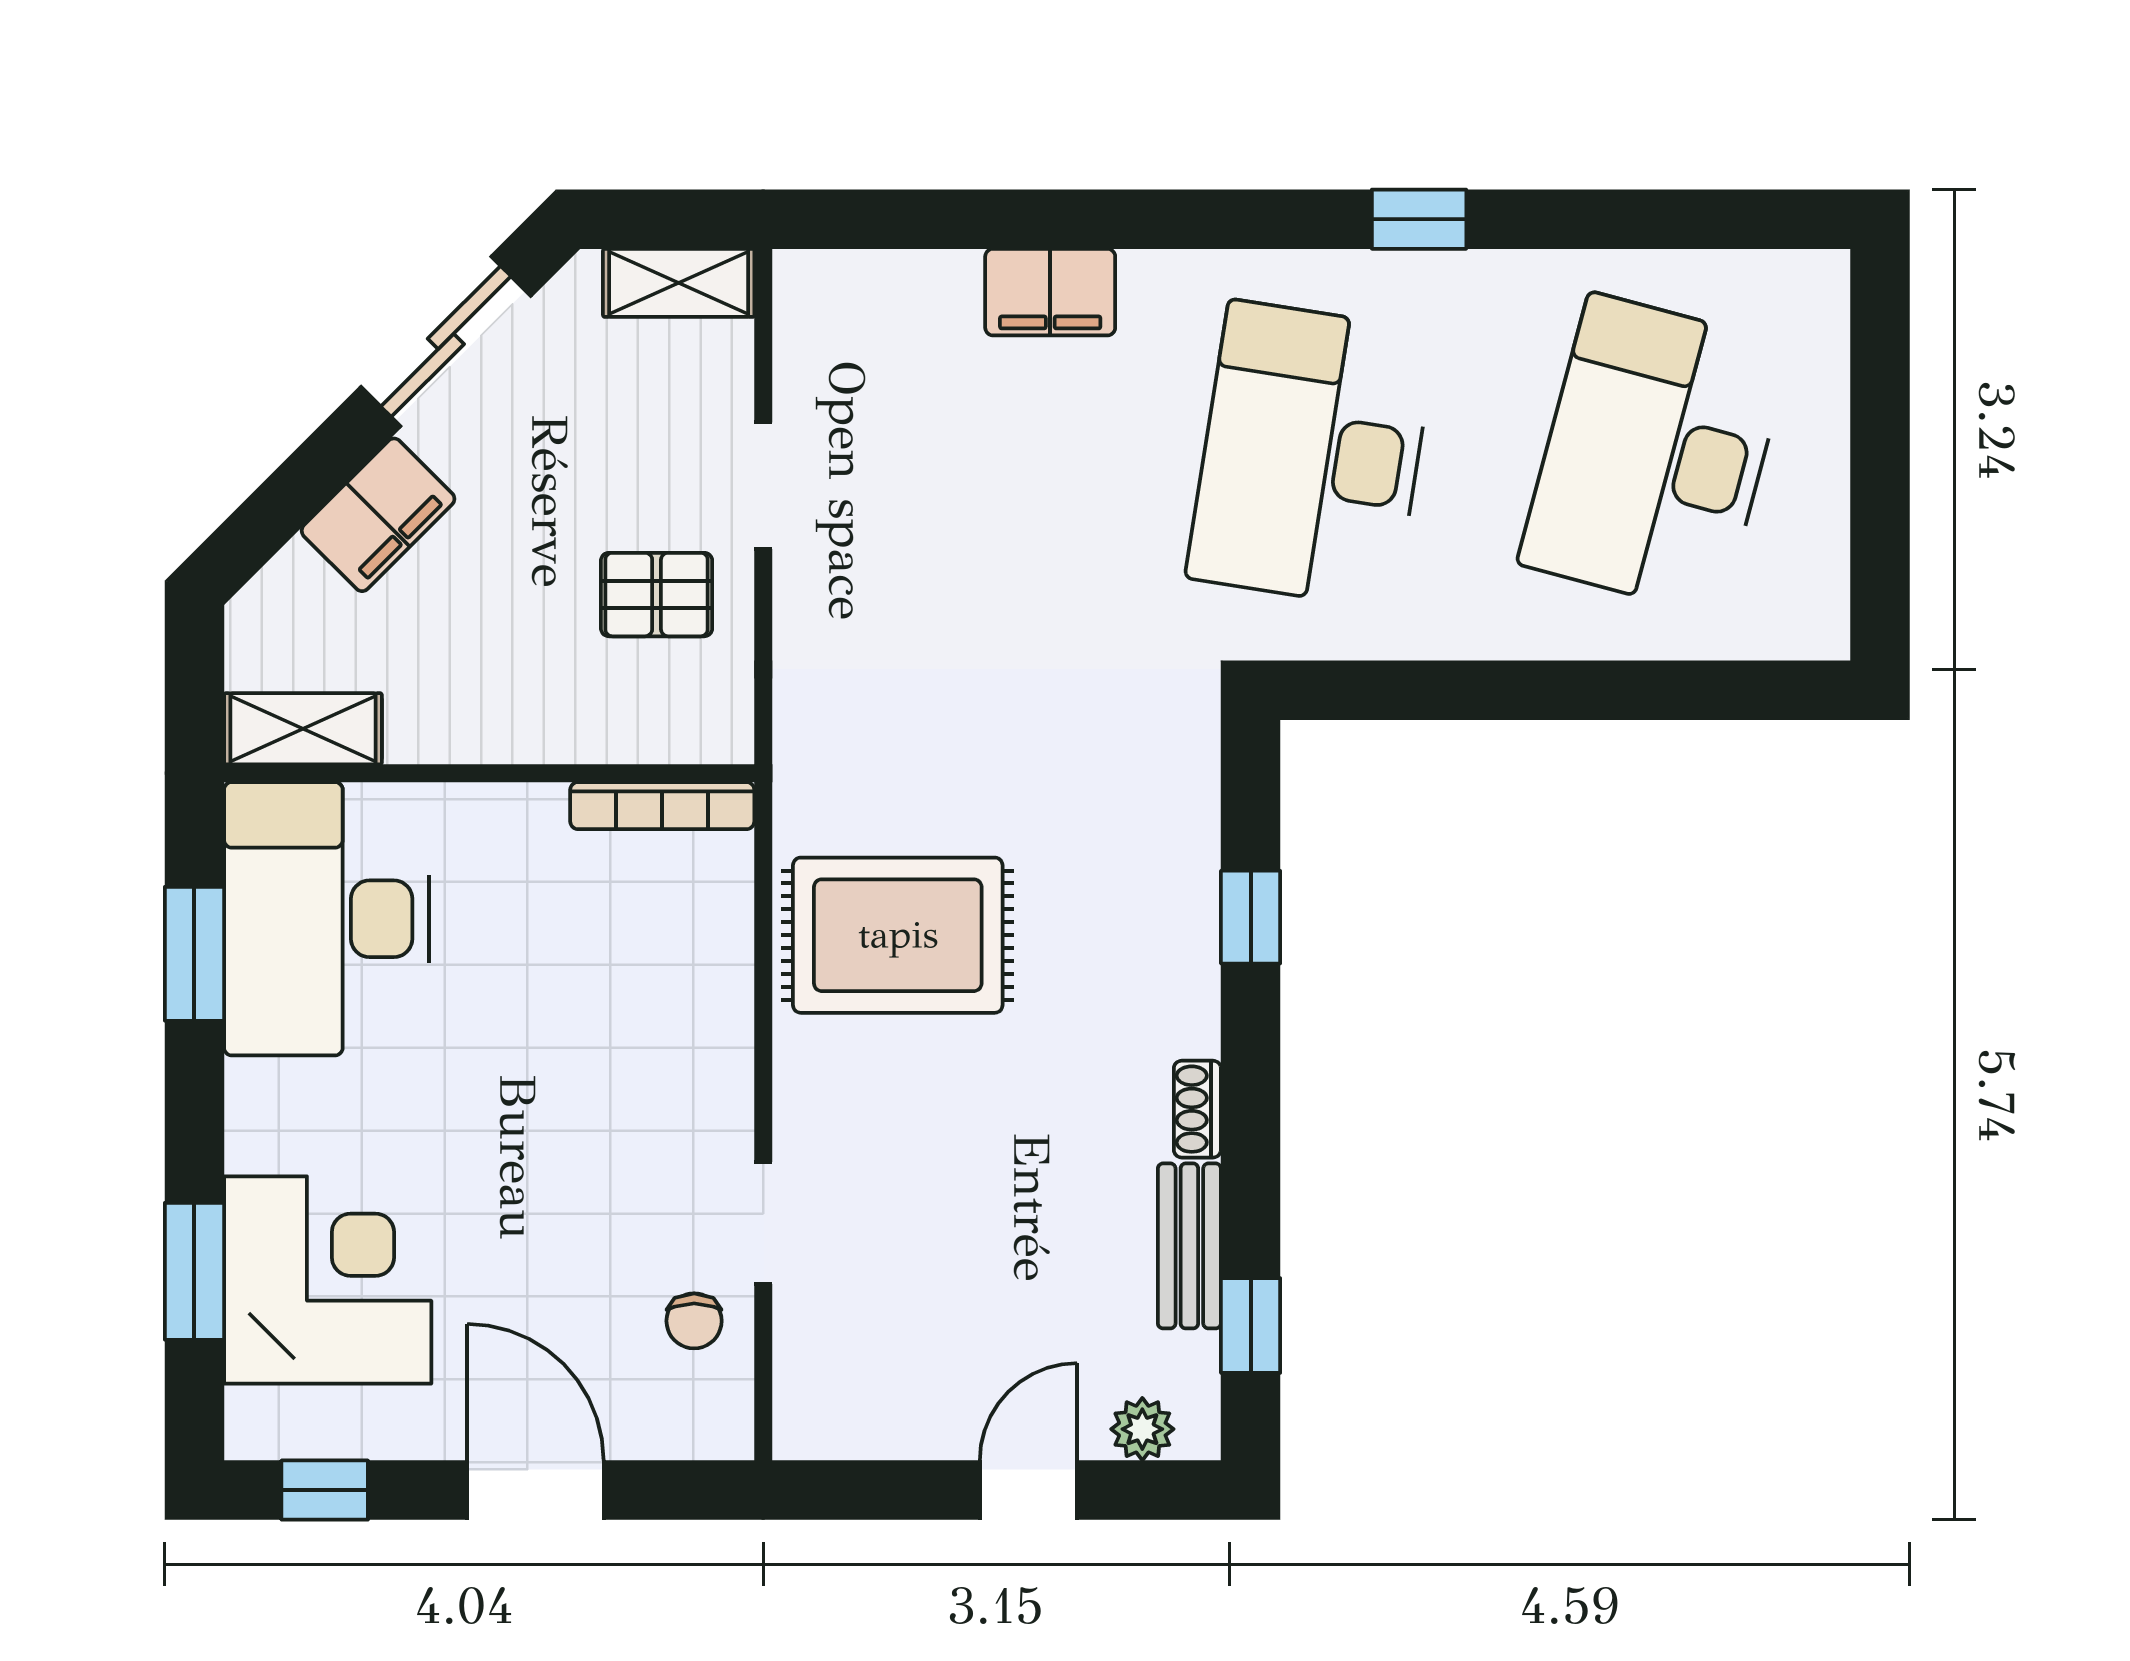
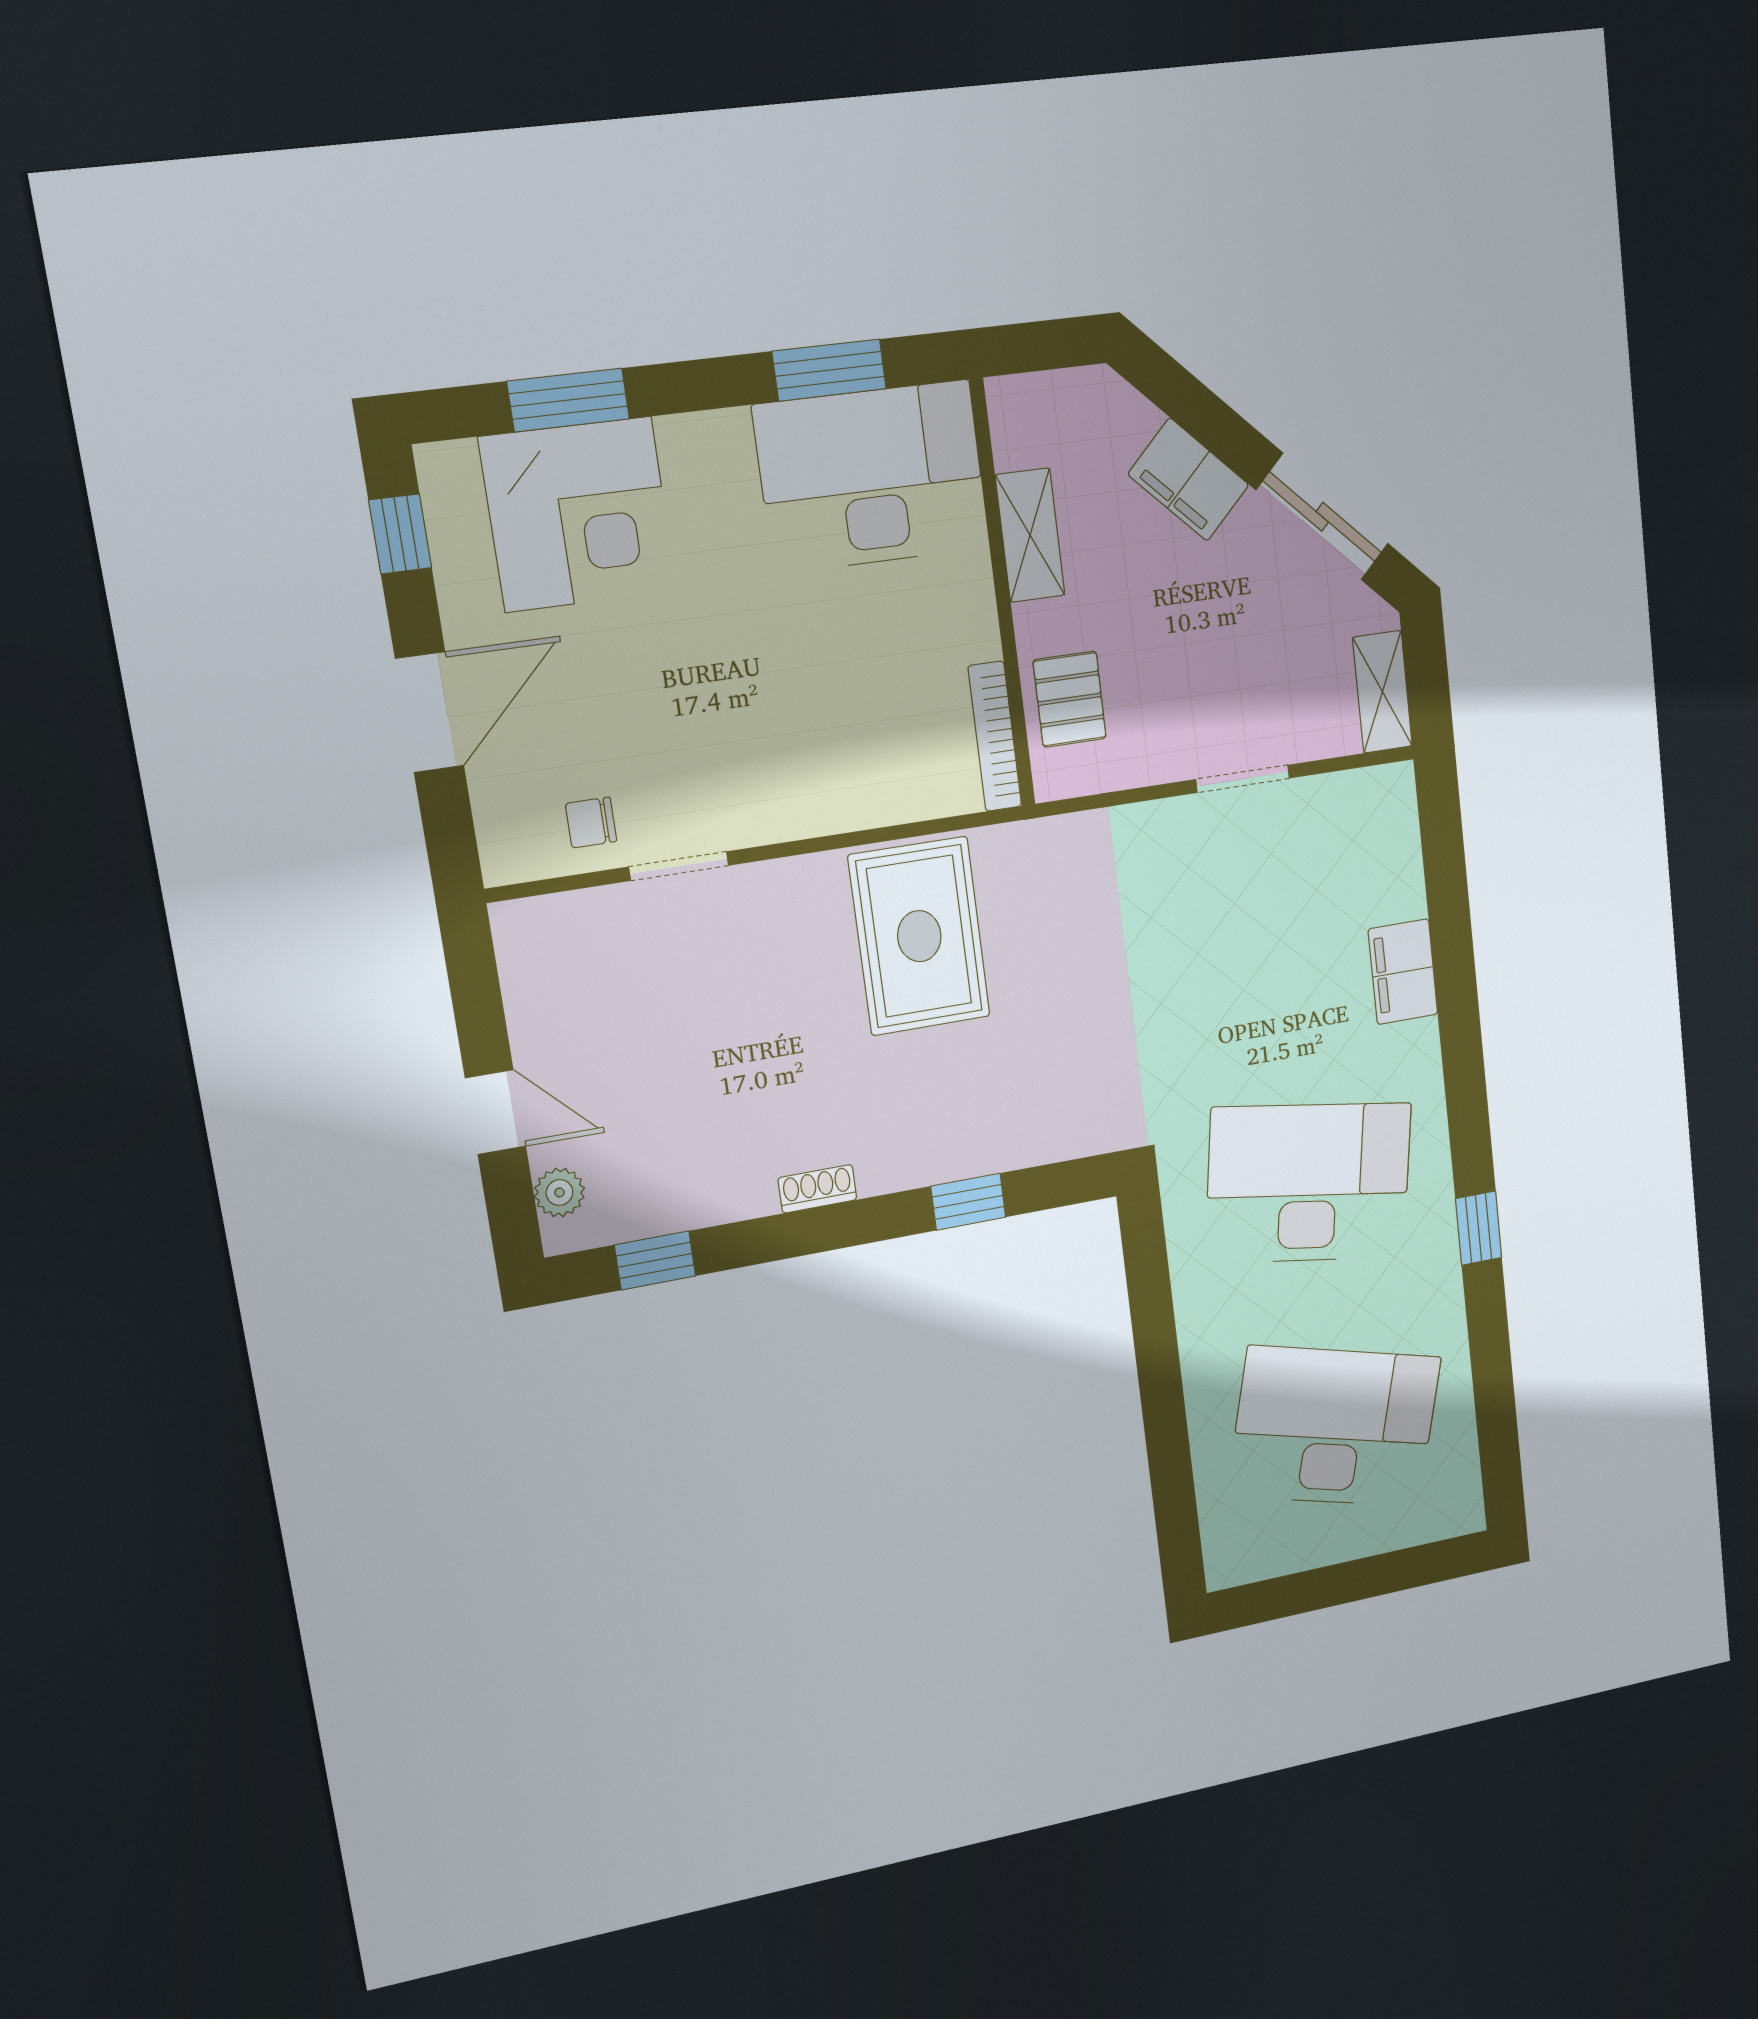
pallet: (657, 595) -> (1070, 699), moved
shelving: (303, 729) -> (1030, 535), moved
bench: (1189, 1246) -> (710, 1202), removed

